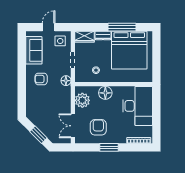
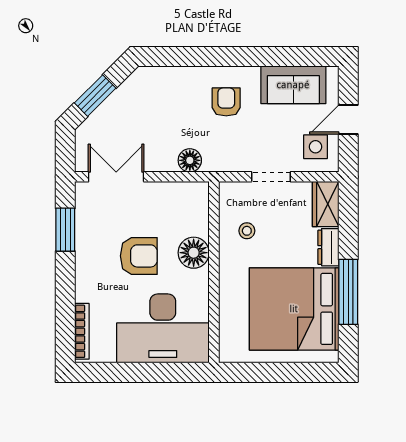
door: (49, 27) -> (348, 119), swing flipped
floor lamp: (66, 81) -> (190, 160), moved
plant: (82, 100) -> (176, 199), removed
armchair: (98, 127) -> (139, 256), moved
window: (109, 147) -> (65, 230), moved

